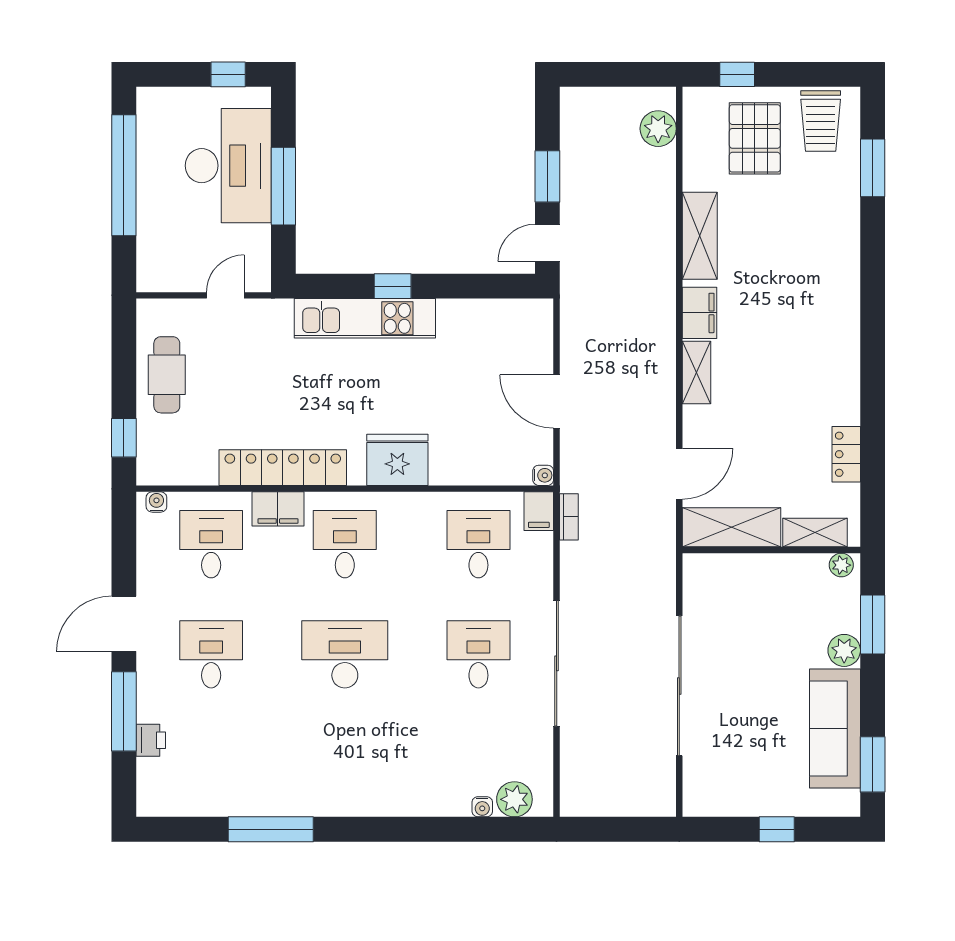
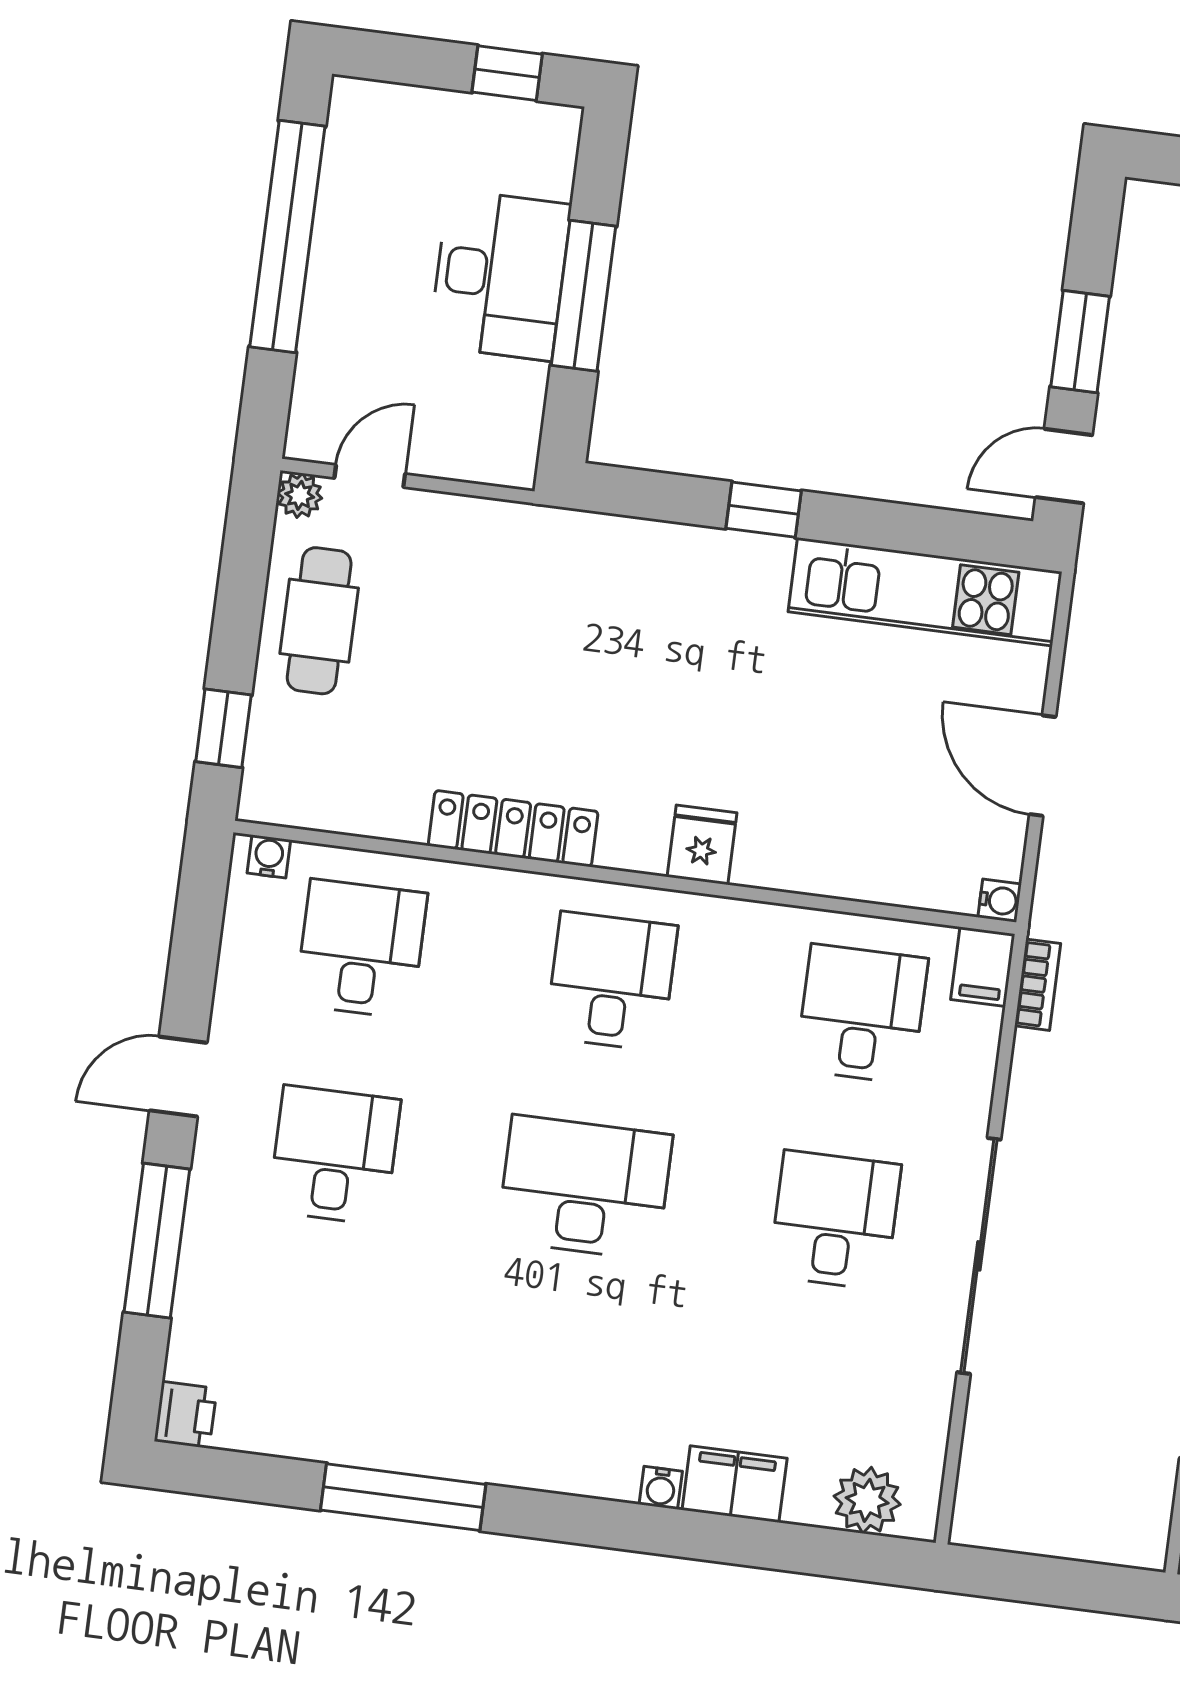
desk: (228, 166) -> (500, 275), width x0.73, depth x0.77
door: (225, 295) -> (370, 476), moved
plant: (148, 310) -> (300, 495), added
kitchen unit: (365, 318) -> (925, 592), moved
fridge: (397, 460) -> (702, 845), width x0.53, depth x0.75
locker: (283, 468) -> (513, 829), width x0.71, depth x0.83
filing cabinet: (278, 509) -> (735, 1484), moved, turned 180
door: (124, 624) -> (178, 1077), width x0.73
printer: (151, 740) -> (186, 1415), moved
water cooler: (482, 807) -> (661, 1488), moved

